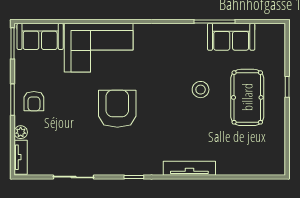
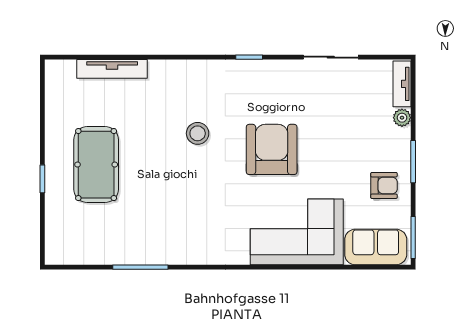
sofa: (231, 37) -> (118, 247), removed
stool: (201, 90) -> (198, 133), moved
armchair: (34, 101) -> (384, 185), moved, turned 90
armchair: (117, 109) -> (272, 149), turned 180
tv unit: (189, 168) -> (112, 69), moved

